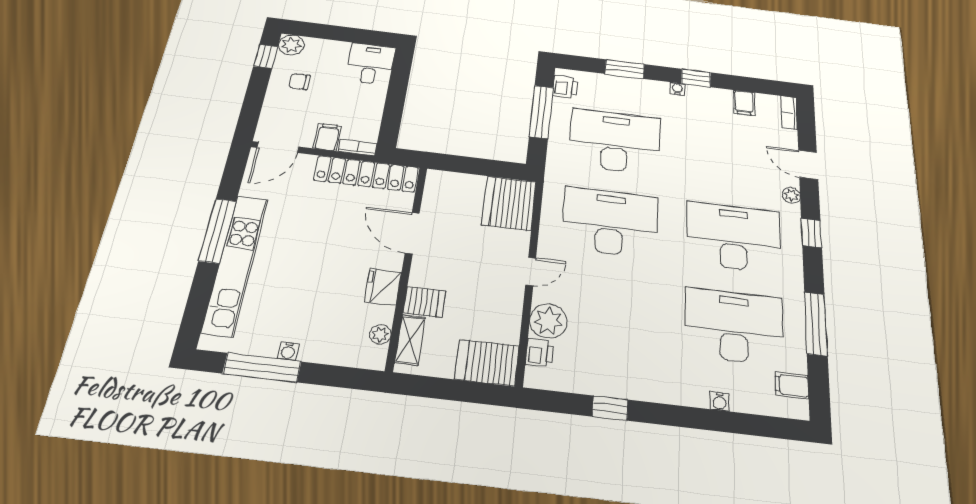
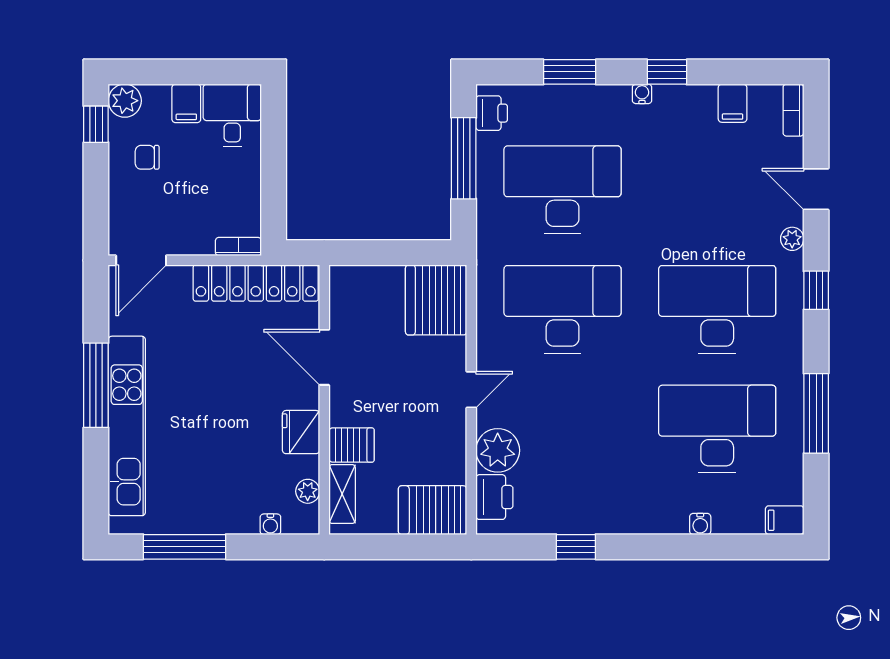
filing cabinet: (327, 137) -> (186, 103), moved, turned 180
water cooler: (288, 351) -> (270, 524), moved
printer: (539, 353) -> (494, 497), width x1.36, depth x1.24
filing cabinet: (792, 385) -> (785, 520), moved

